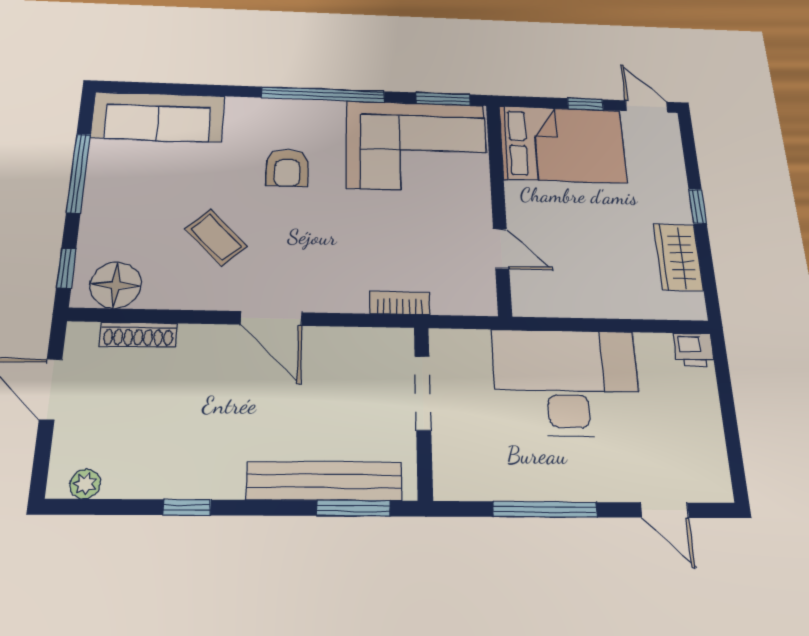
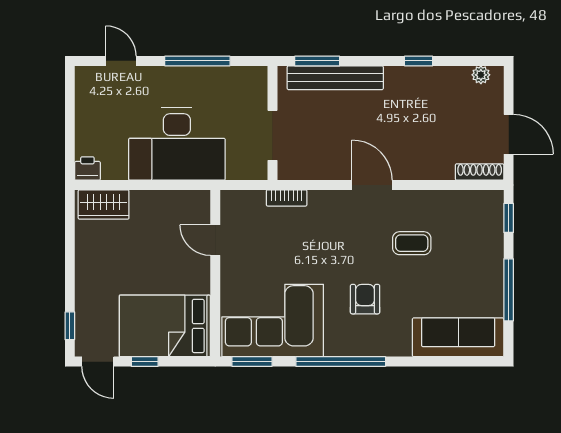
window: (698, 206) -> (70, 326), moved
coffee table: (216, 237) -> (412, 243), turned -46
wardrobe: (678, 257) -> (104, 205), moved, turned 90
floor lamp: (116, 285) -> (475, 206), removed
shoe rack: (138, 335) -> (480, 172), moved

